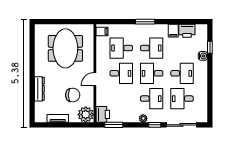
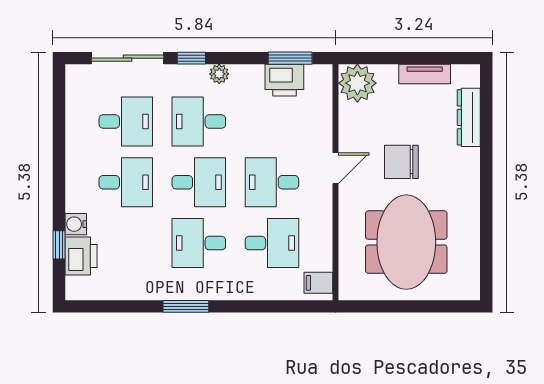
window: (145, 22) -> (186, 306), moved
filing cabinet: (173, 31) -> (147, 285), removed
printer: (187, 31) -> (81, 256), moved, turned 90
desk: (182, 73) -> (126, 182), turned 180
dresser: (39, 89) -> (469, 117), moved
chair: (73, 95) -> (401, 162), moved
printer: (103, 114) -> (284, 80), moved, turned -90

